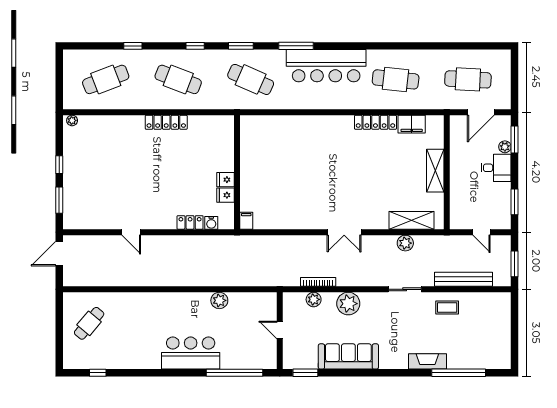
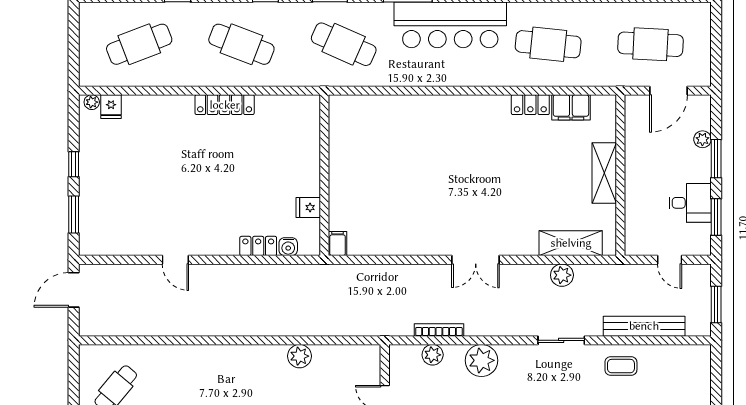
locker: (375, 122) -> (530, 105), width x0.66
window: (514, 140) -> (716, 159), moved
desk: (496, 168) -> (690, 203), moved
fridge: (225, 180) -> (111, 107), moved, turned -90

